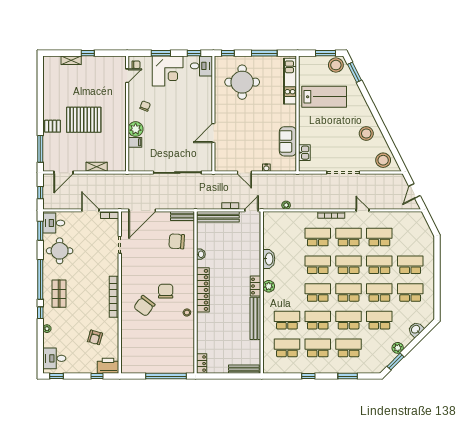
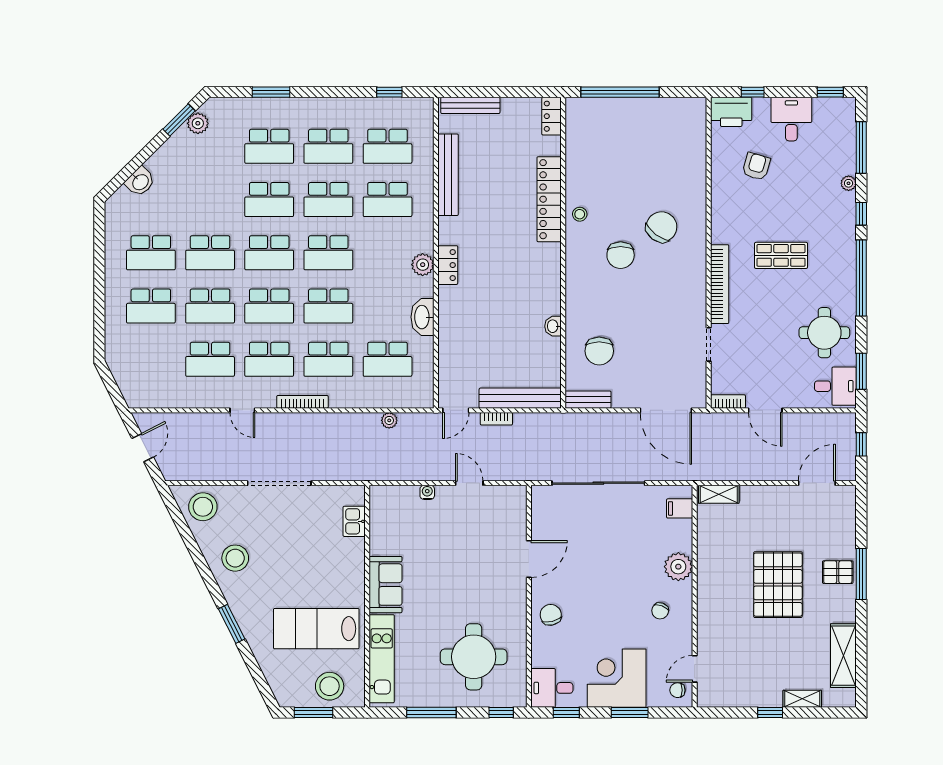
stool: (336, 65) -> (330, 686), moved
window: (354, 72) -> (232, 624), moved
shelving: (50, 83) -> (843, 656), added
chair: (202, 104) -> (551, 615), added
pallet: (84, 120) -> (778, 585), turned 90
sofa: (288, 141) -> (386, 585), moved
filing cabinet: (135, 142) -> (680, 508), moved
window: (40, 149) -> (861, 574), moved
shelving: (97, 167) -> (719, 494), moved
door: (142, 210) -> (666, 410), swing flipped
chair: (177, 241) -> (599, 351), turned 86
locker: (203, 290) -> (549, 199), moved
shop shelf: (59, 294) -> (781, 255), moved, turned 90
bookcase: (114, 297) -> (720, 284), moved
bench: (255, 318) -> (448, 175), moved
school desk: (379, 320) -> (388, 359), moved
window: (40, 347) -> (861, 148), added
plant: (398, 348) -> (198, 123), moved
desk: (54, 358) -> (791, 119), moved, turned -90
window: (308, 376) -> (389, 92), moved

